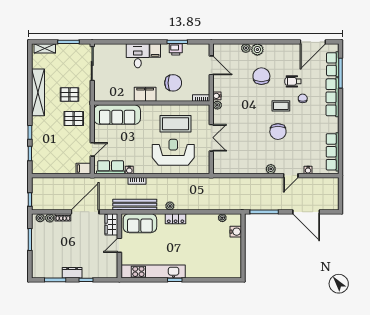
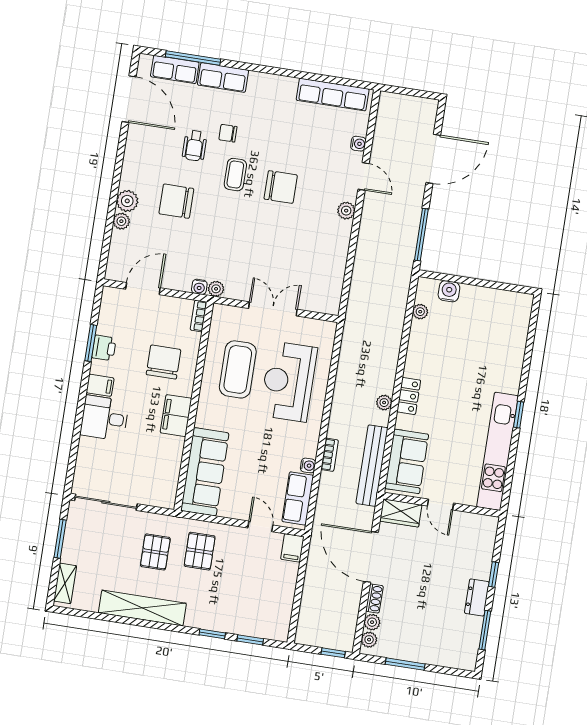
row of seats: (332, 97) -> (223, 78), width x0.68

